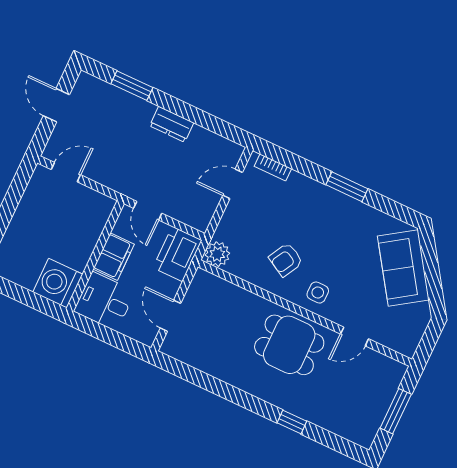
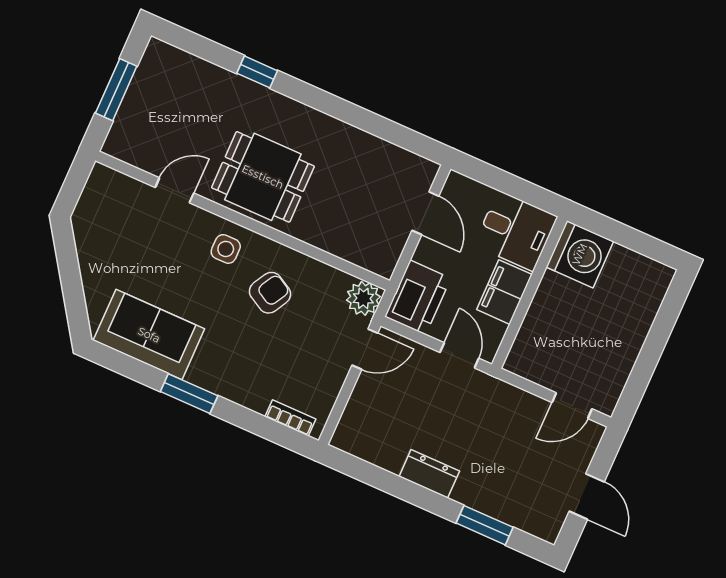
door: (233, 184) -> (365, 349), moved
sofa: (403, 268) -> (149, 335), moved, turned -56

